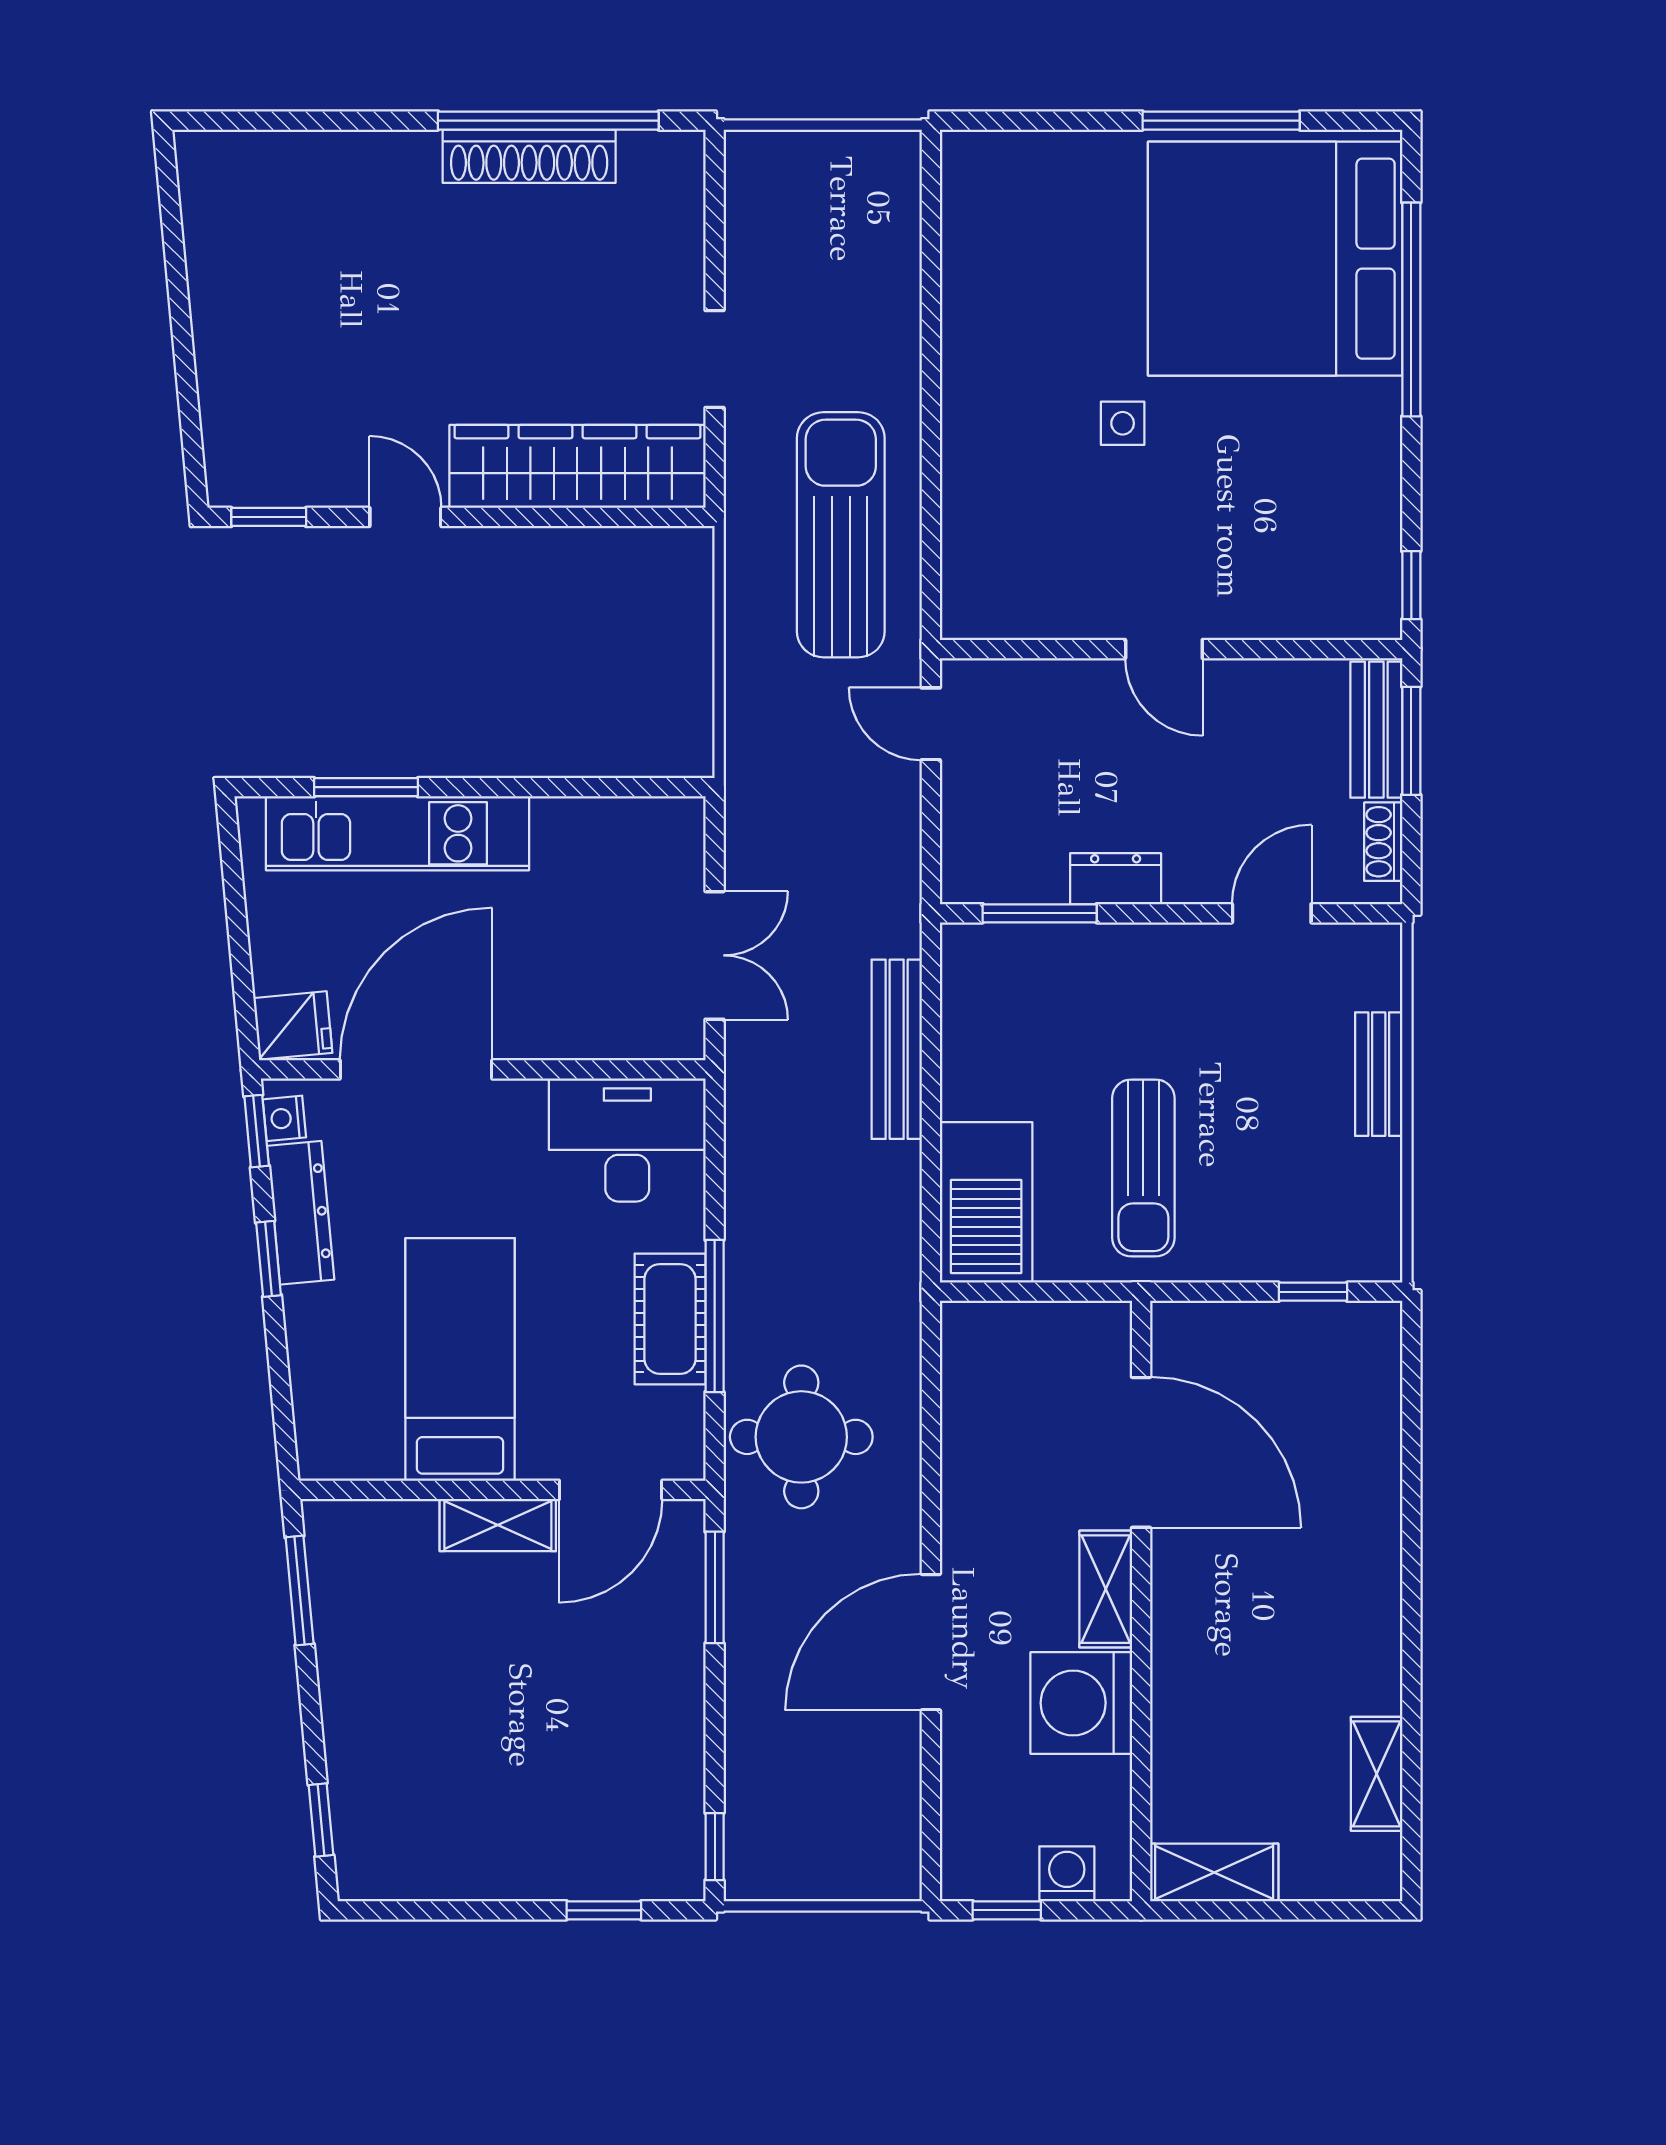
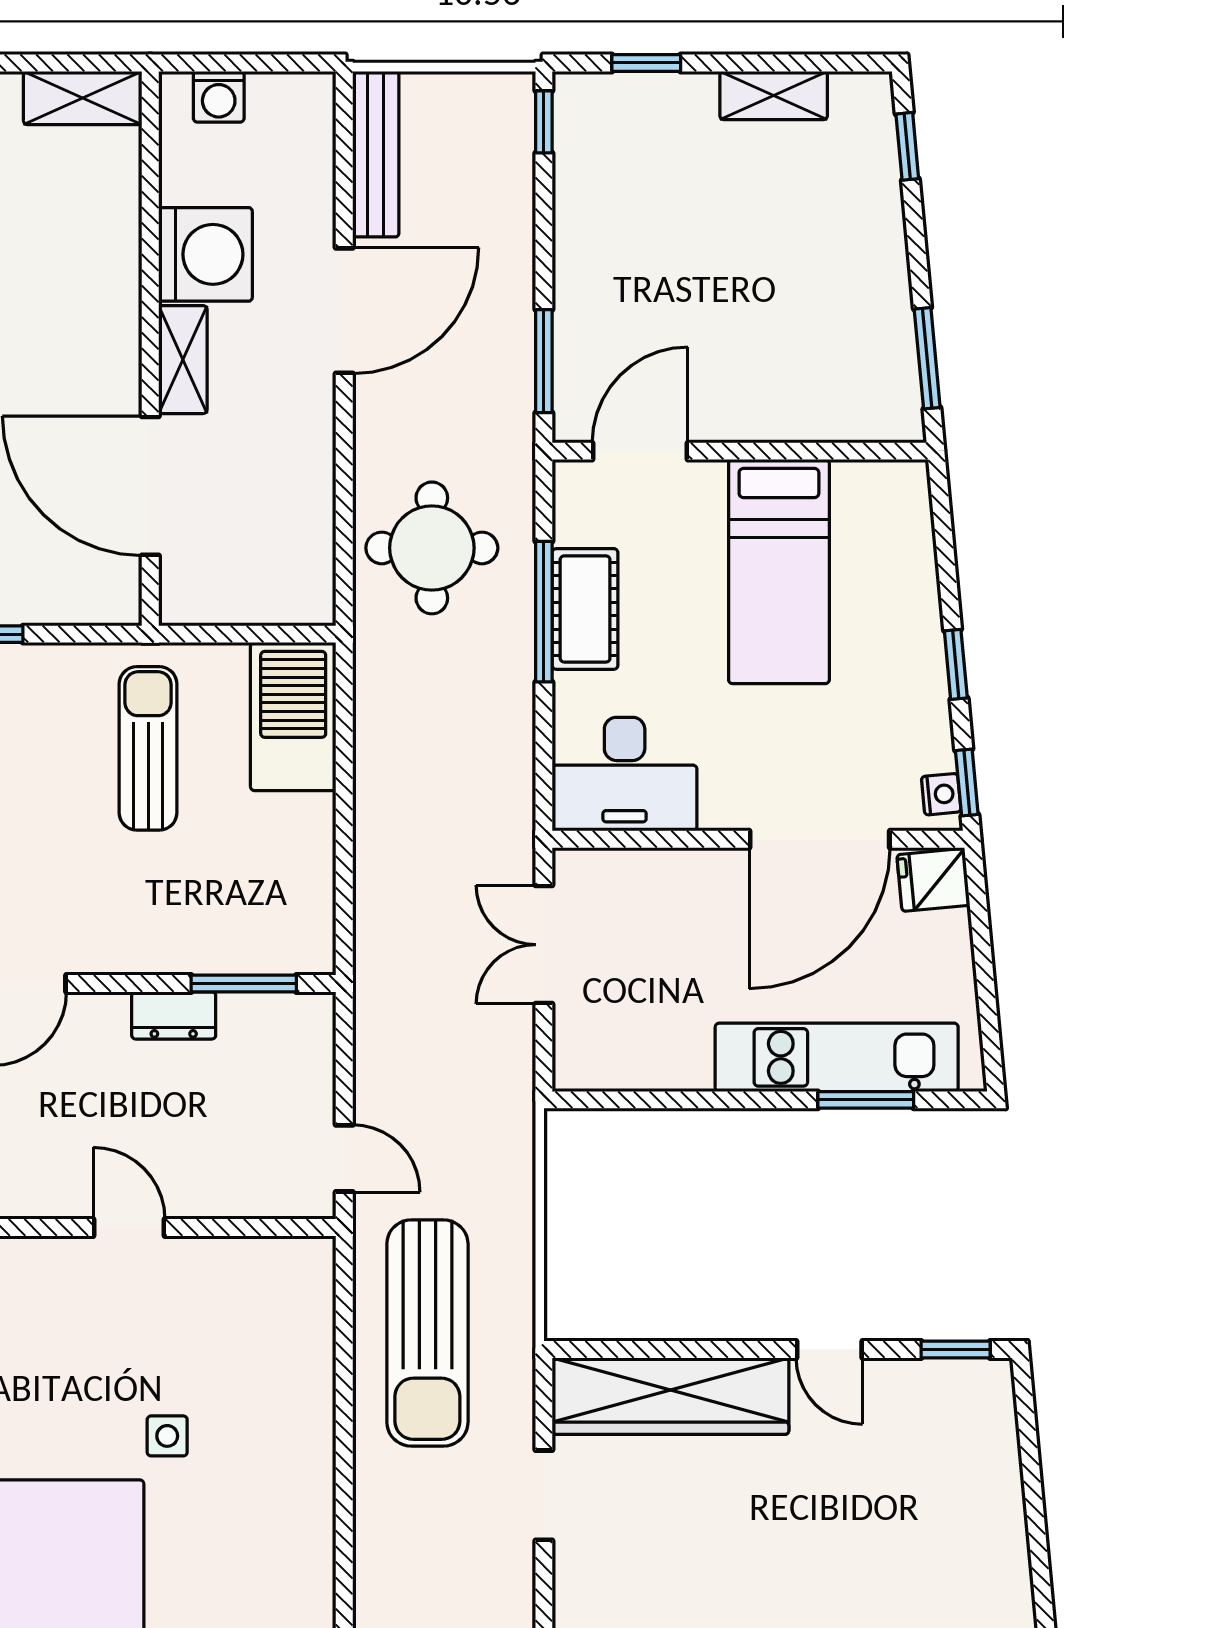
bench: (897, 1049) -> (376, 154), moved
dresser: (301, 1213) -> (926, 707), removed
round table: (801, 1437) -> (432, 548), moved
shelving: (498, 1525) -> (774, 95), moved
window: (1007, 1910) -> (274, 63), removed

